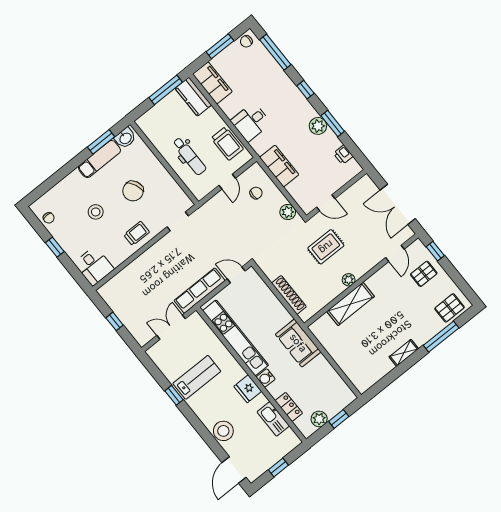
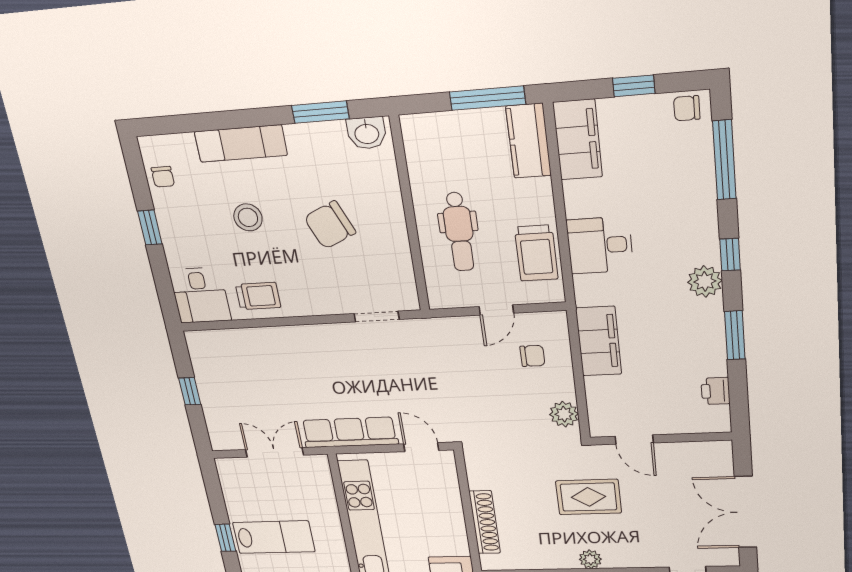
window: (220, 46) -> (634, 86), width x0.67
plant: (318, 126) -> (705, 281), moved
exam couch: (99, 159) -> (241, 143), moved
trolley: (137, 233) -> (258, 296), moved

